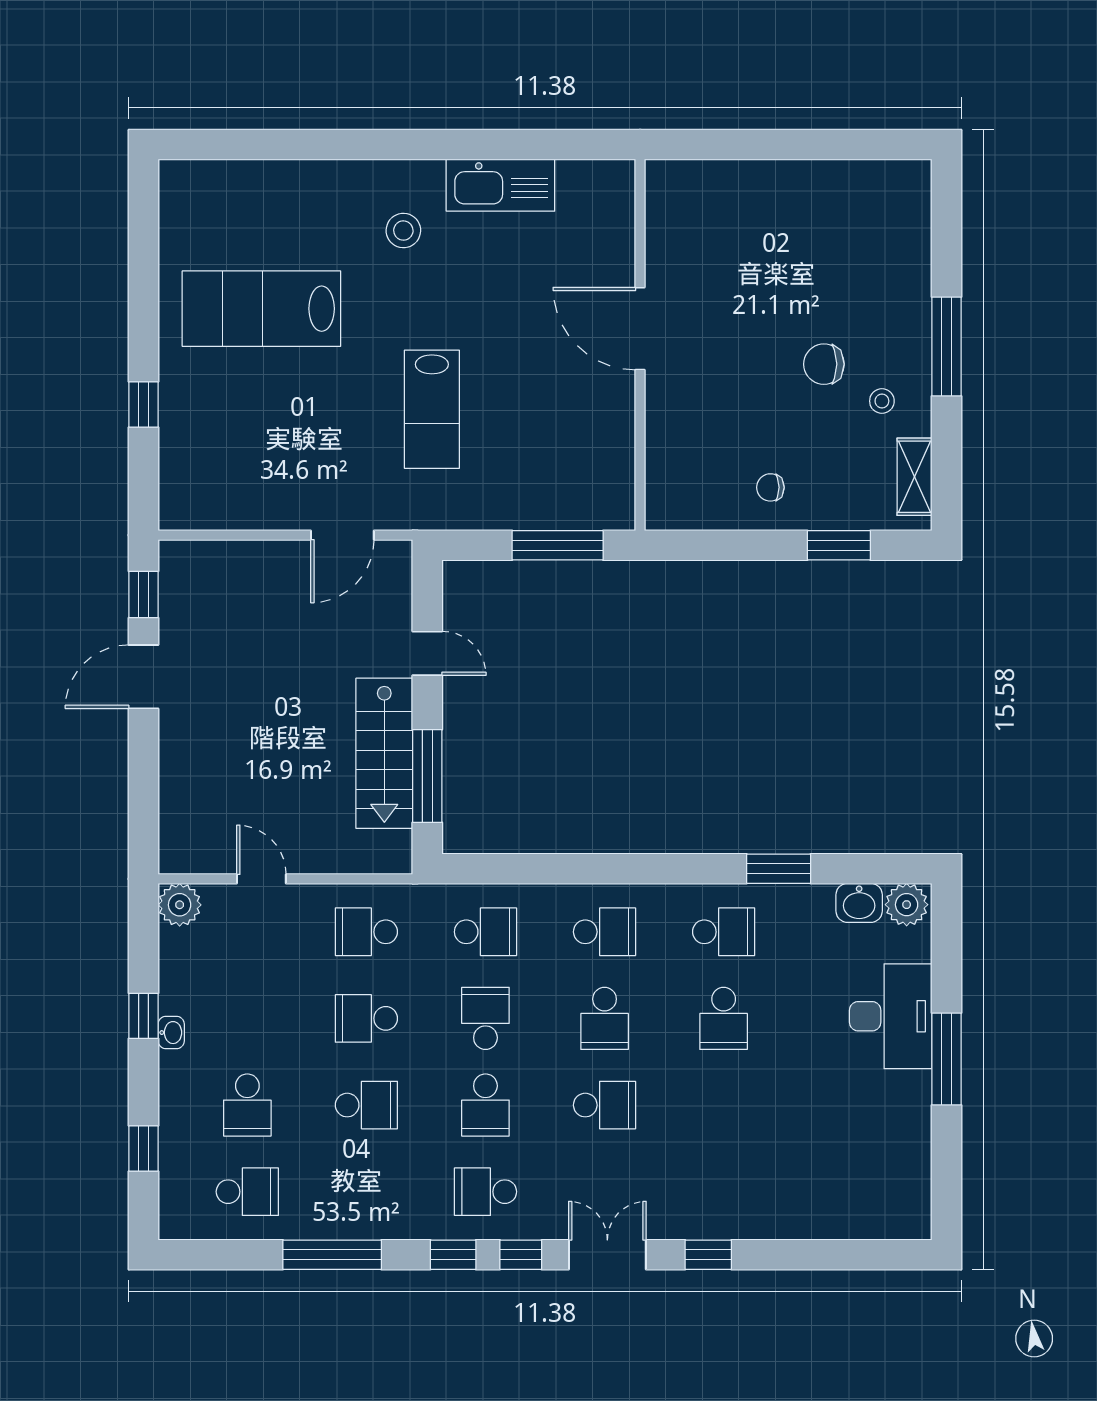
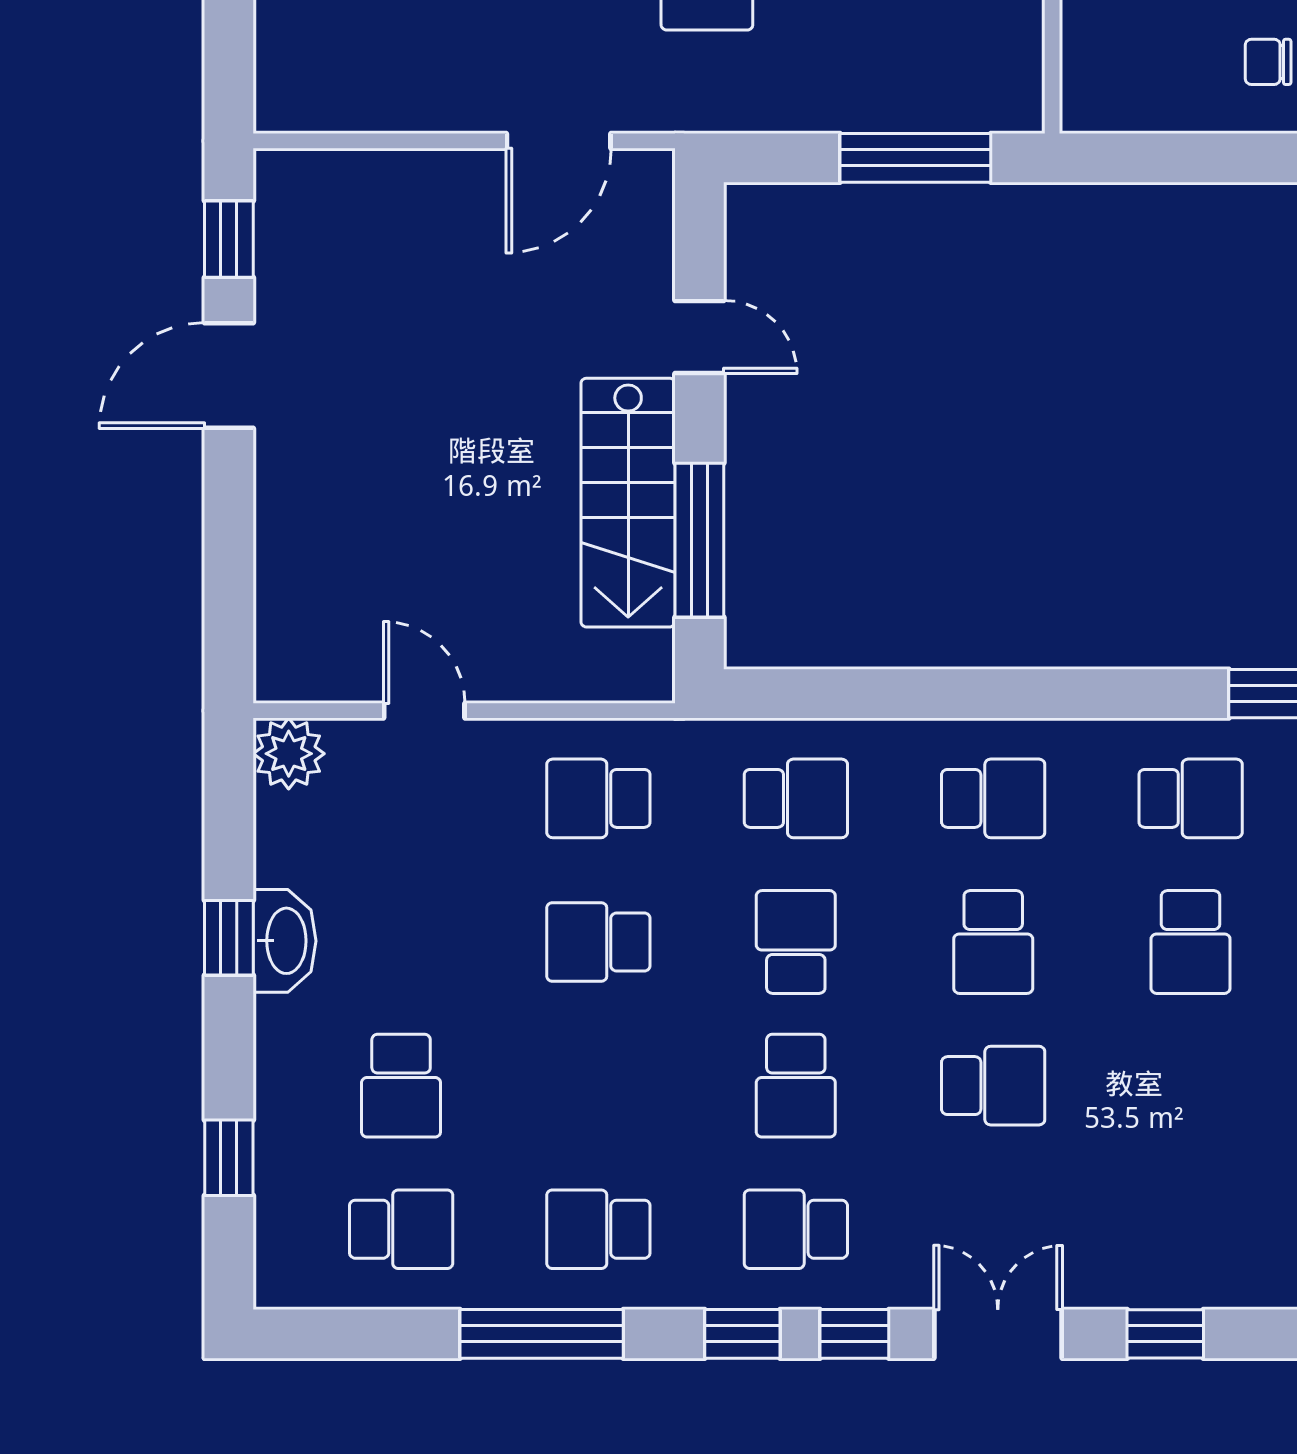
washbasin: (171, 1033) -> (285, 941), width x1.91, depth x1.45
school desk: (366, 1105) -> (598, 1229), moved, turned 180

